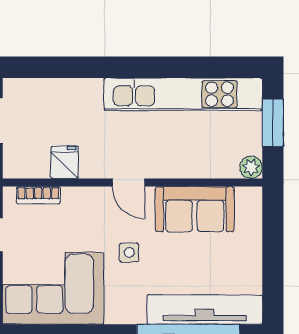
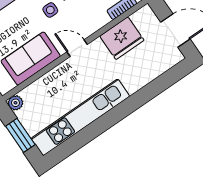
fridge: (65, 162) -> (122, 38), width x1.88, depth x1.34

